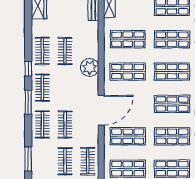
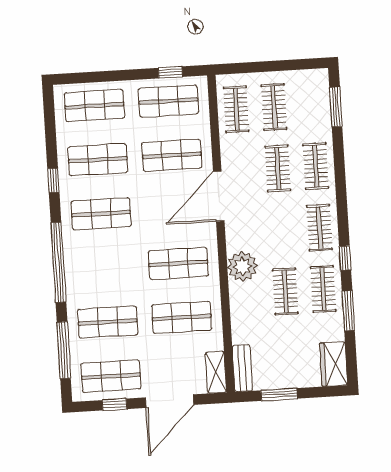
shop shelf: (172, 72) -> (104, 268), removed
window: (28, 102) -> (348, 311), moved

